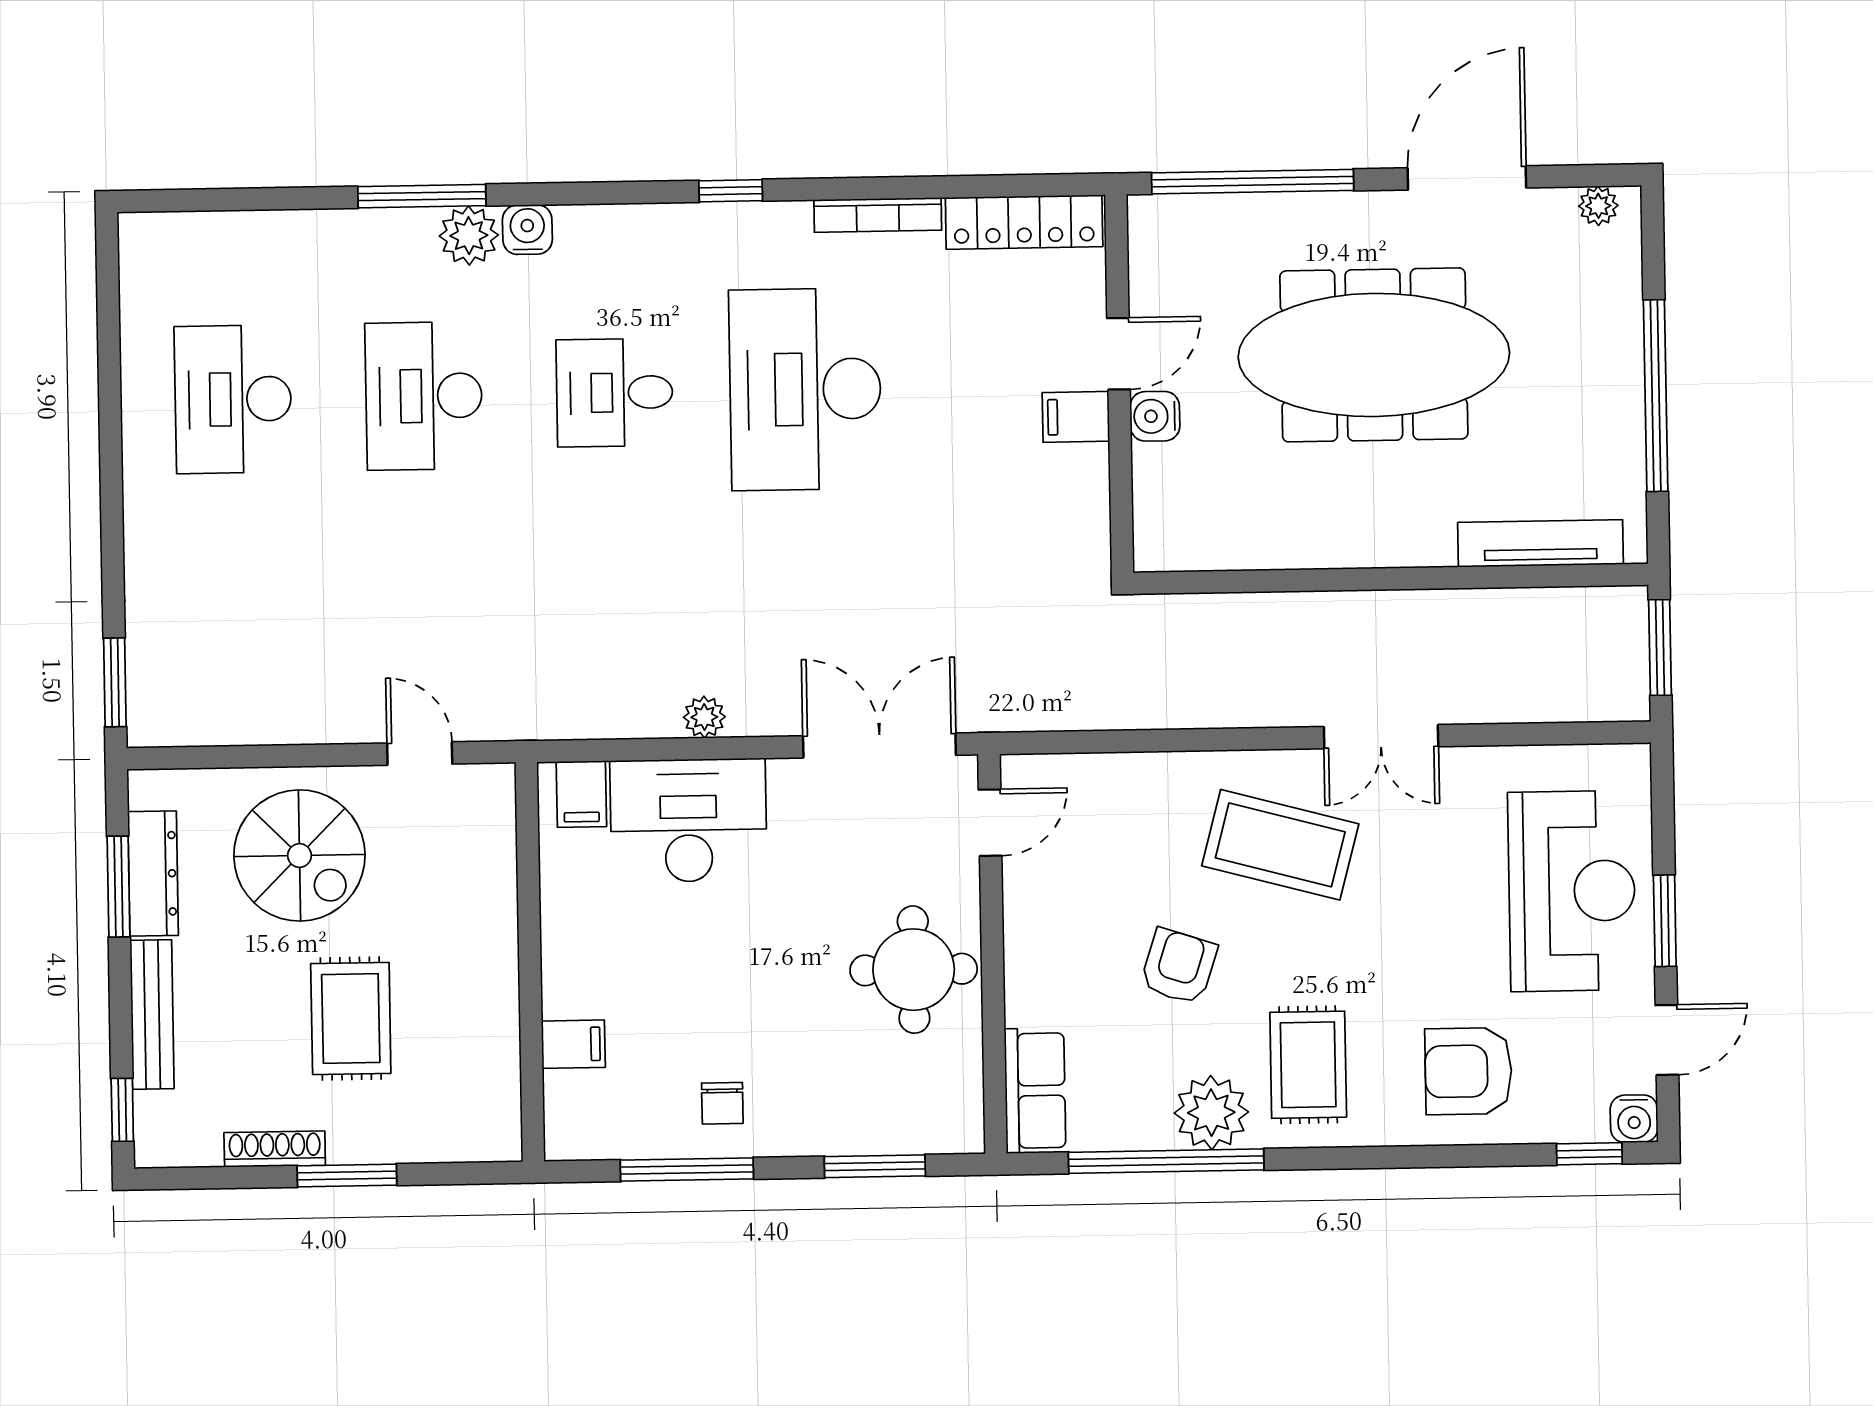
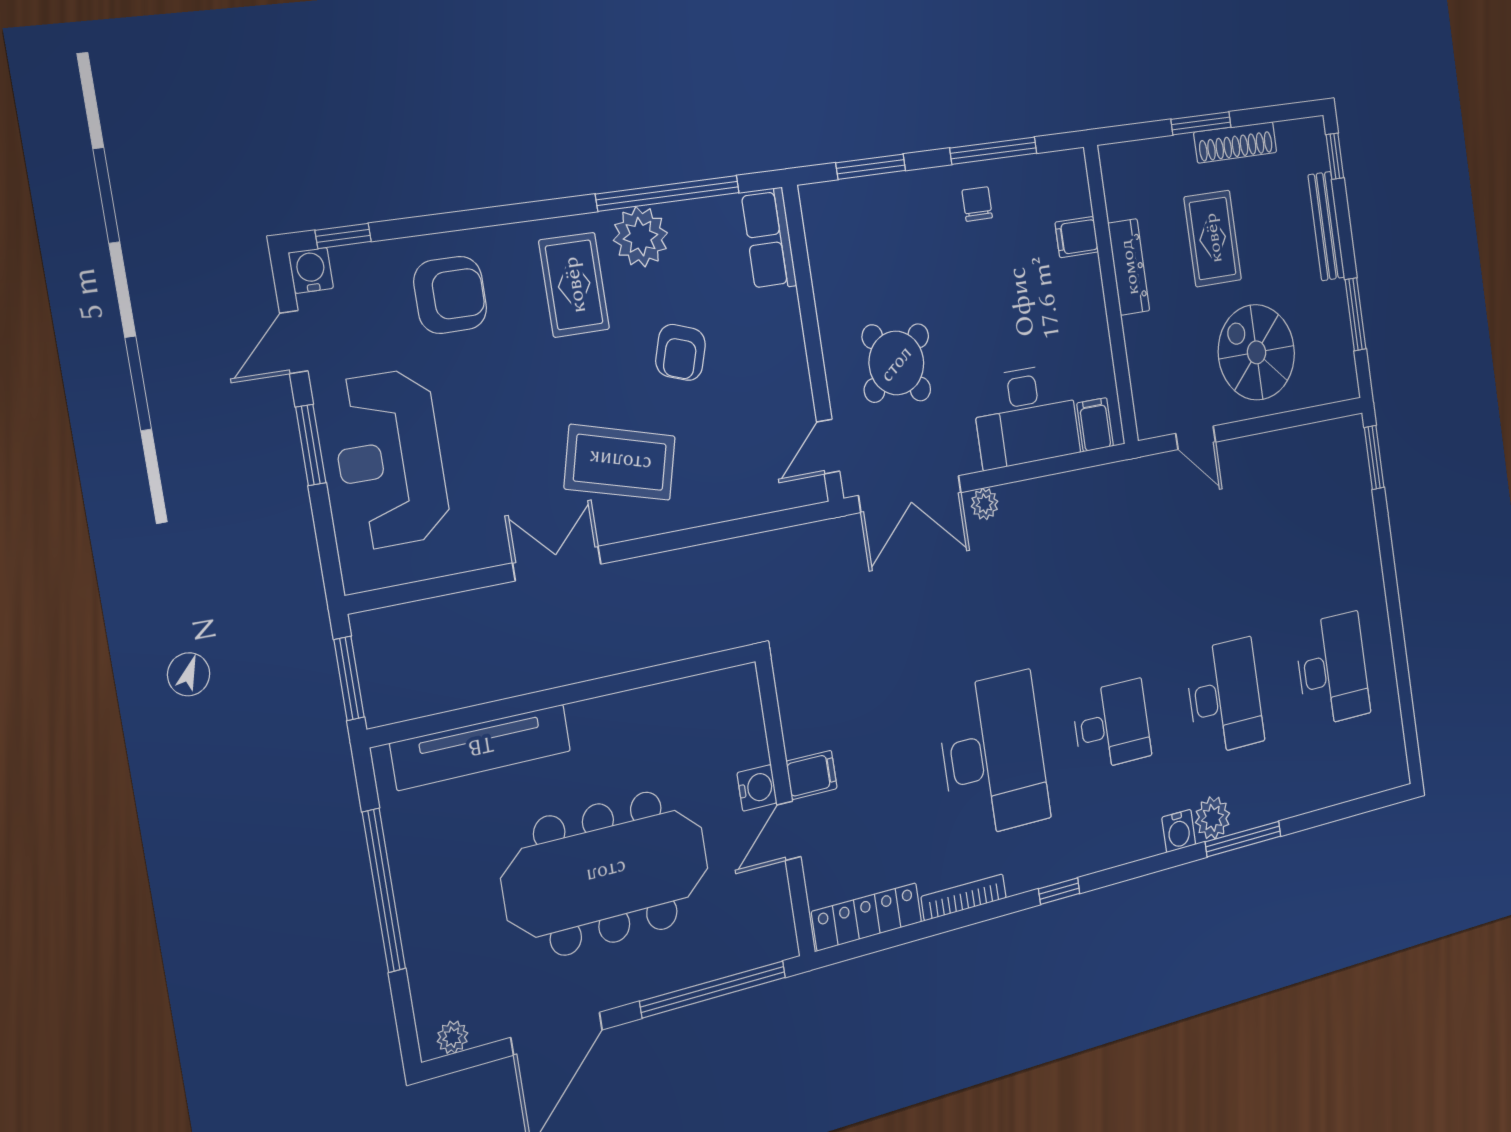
tv unit: (1541, 543) -> (481, 747), width x1.36, depth x1.29
plant: (704, 717) -> (985, 504), moved
dresser: (153, 874) -> (1129, 267), moved, turned 180
round table: (914, 970) -> (896, 363), moved, turned -38
shoe rack: (275, 1149) -> (1235, 142), width x1.36, depth x1.24

